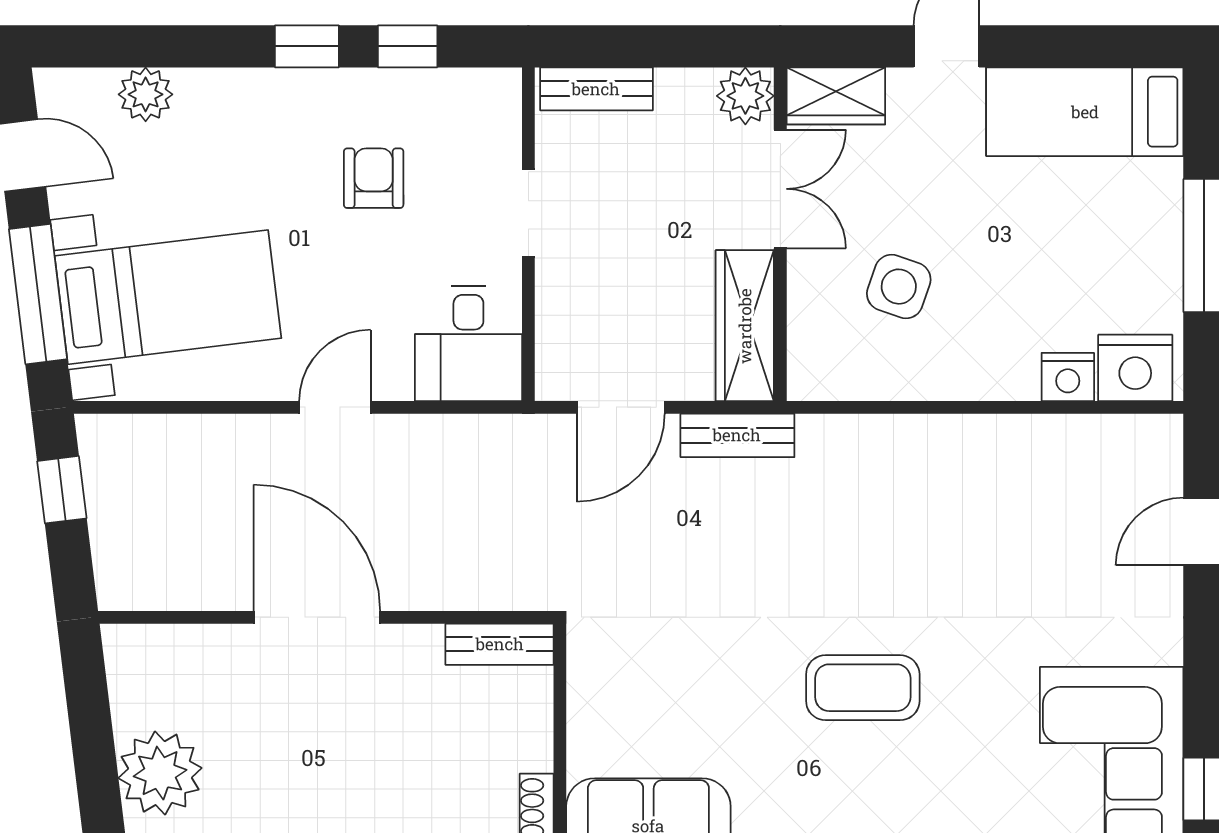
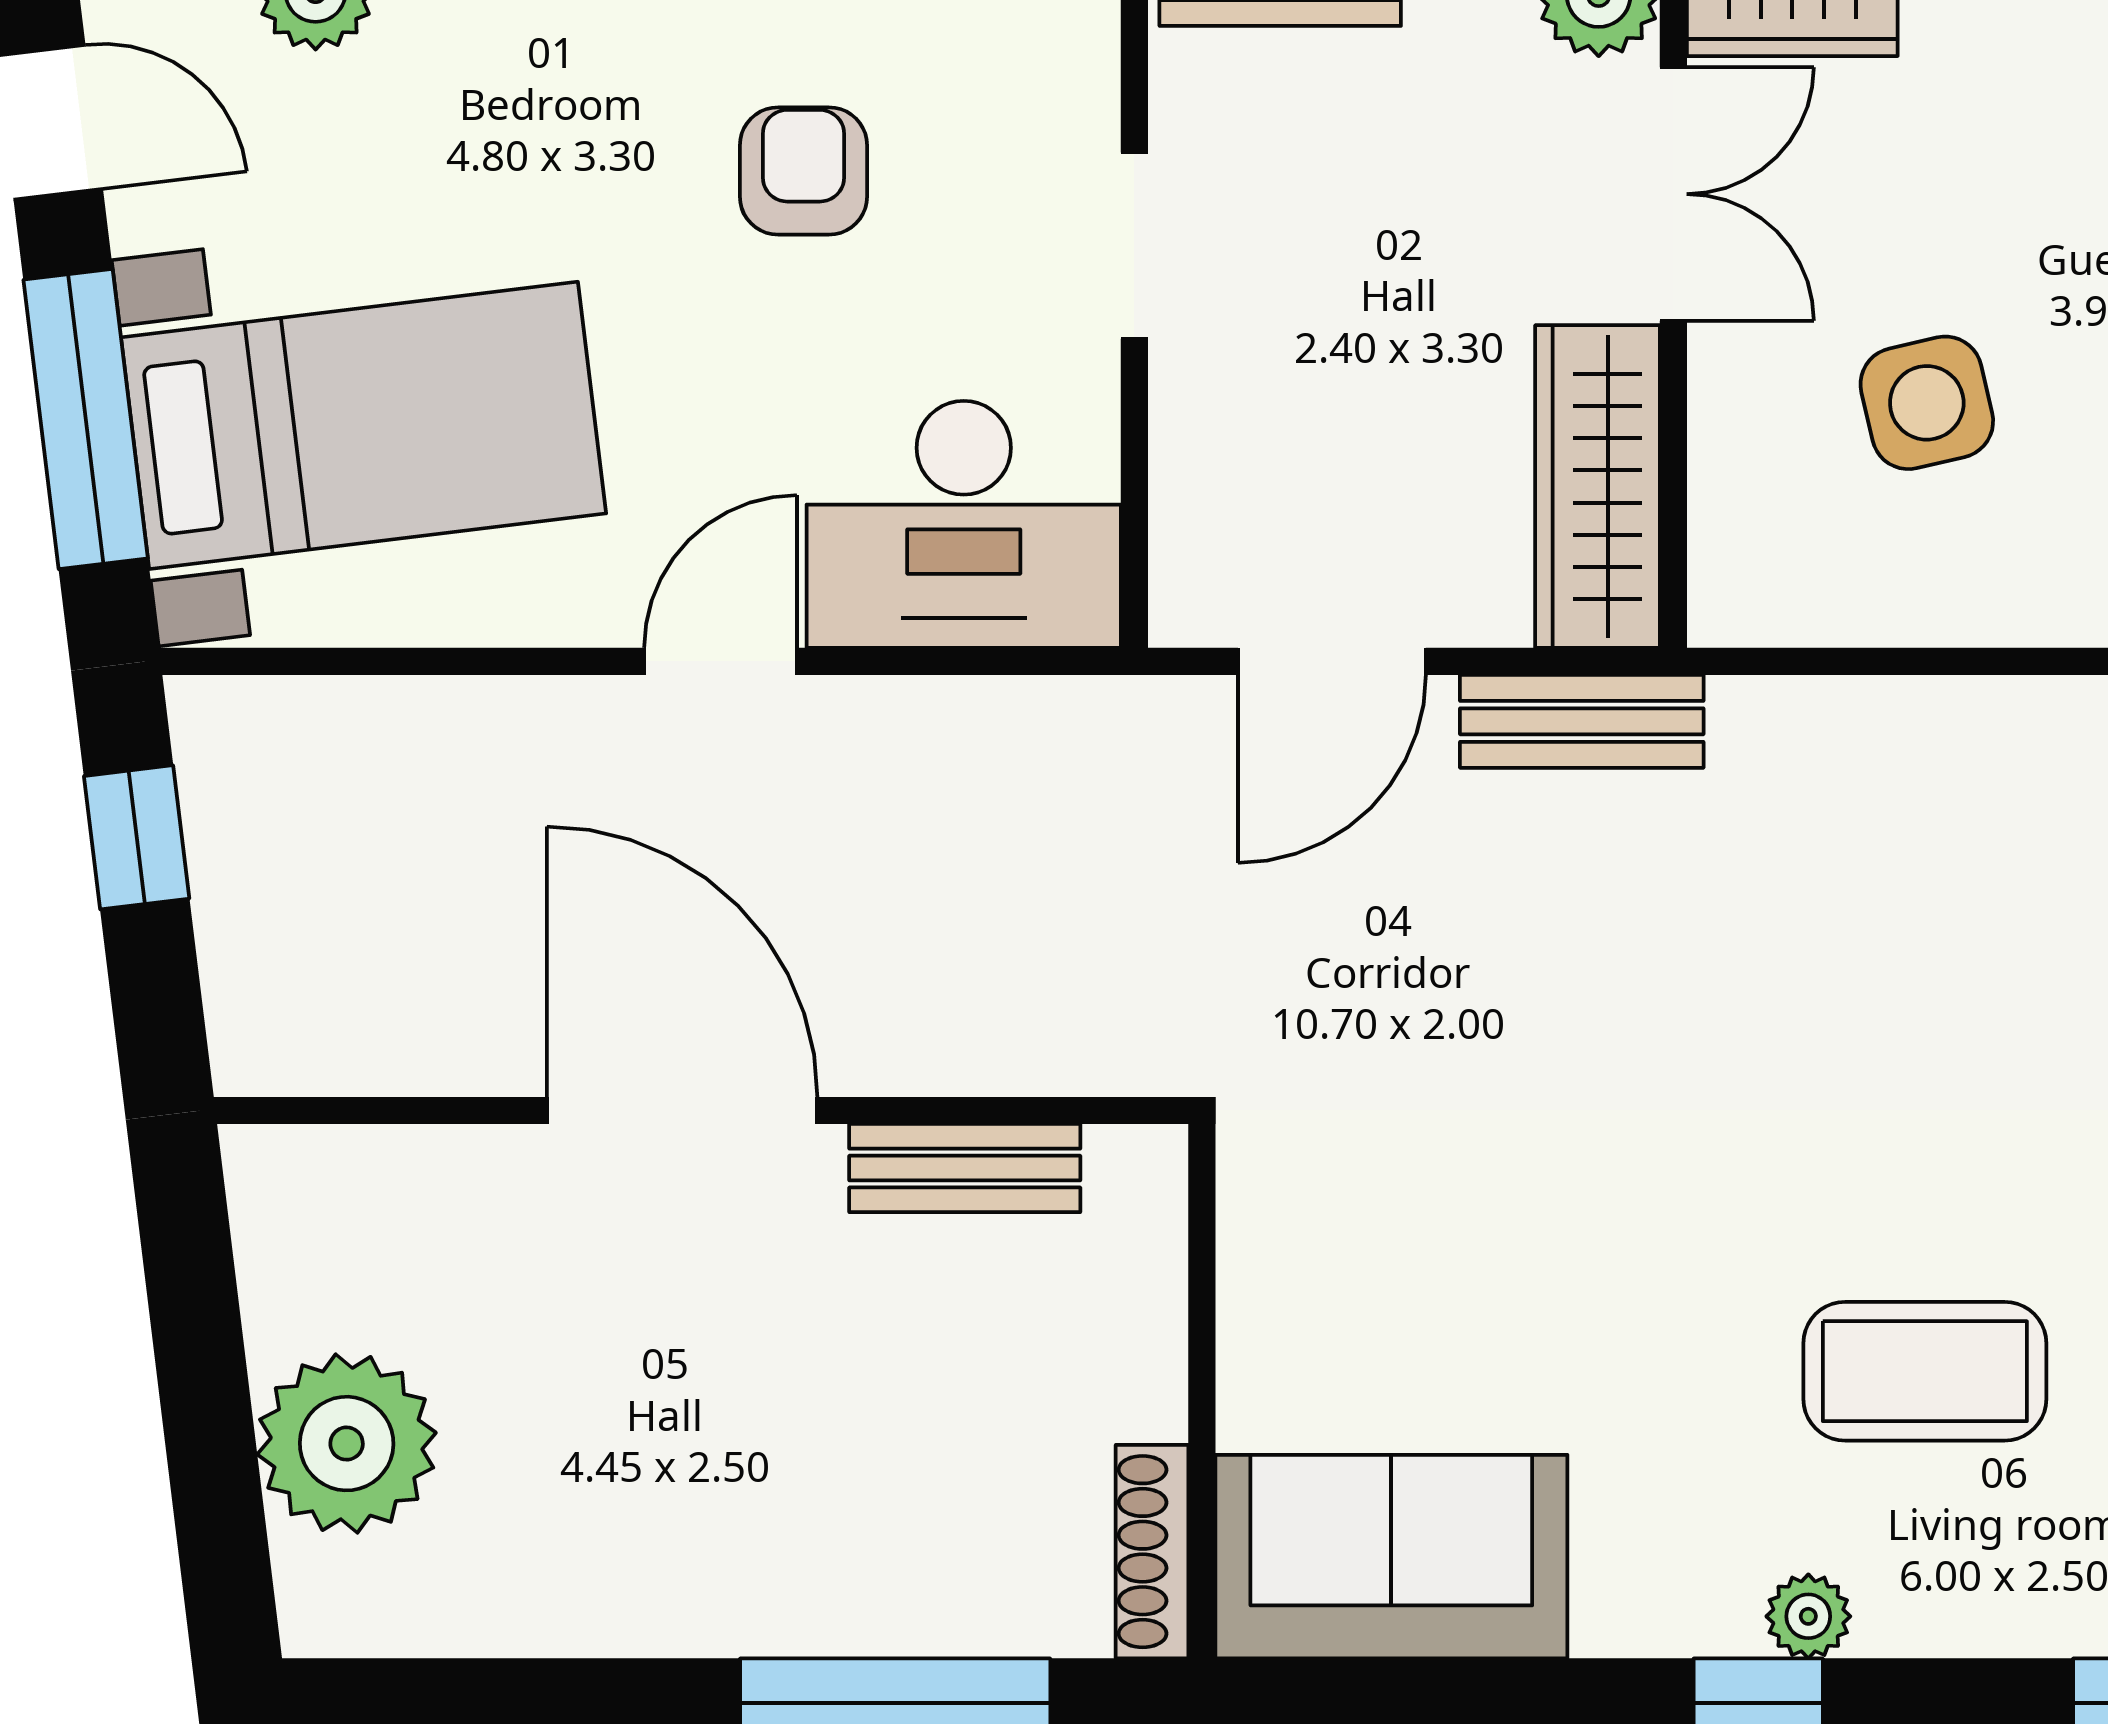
side table: (899, 287) -> (1927, 403), turned -32
desk: (468, 343) -> (964, 524), width x1.37
bench: (500, 644) -> (965, 1168), moved
coffee table: (863, 688) -> (1925, 1371), moved

